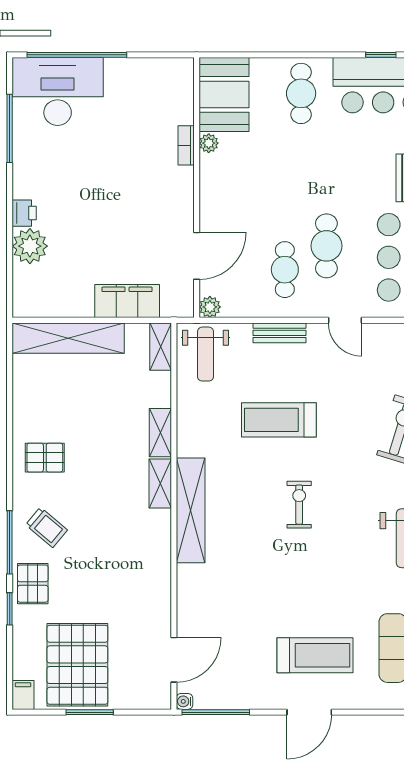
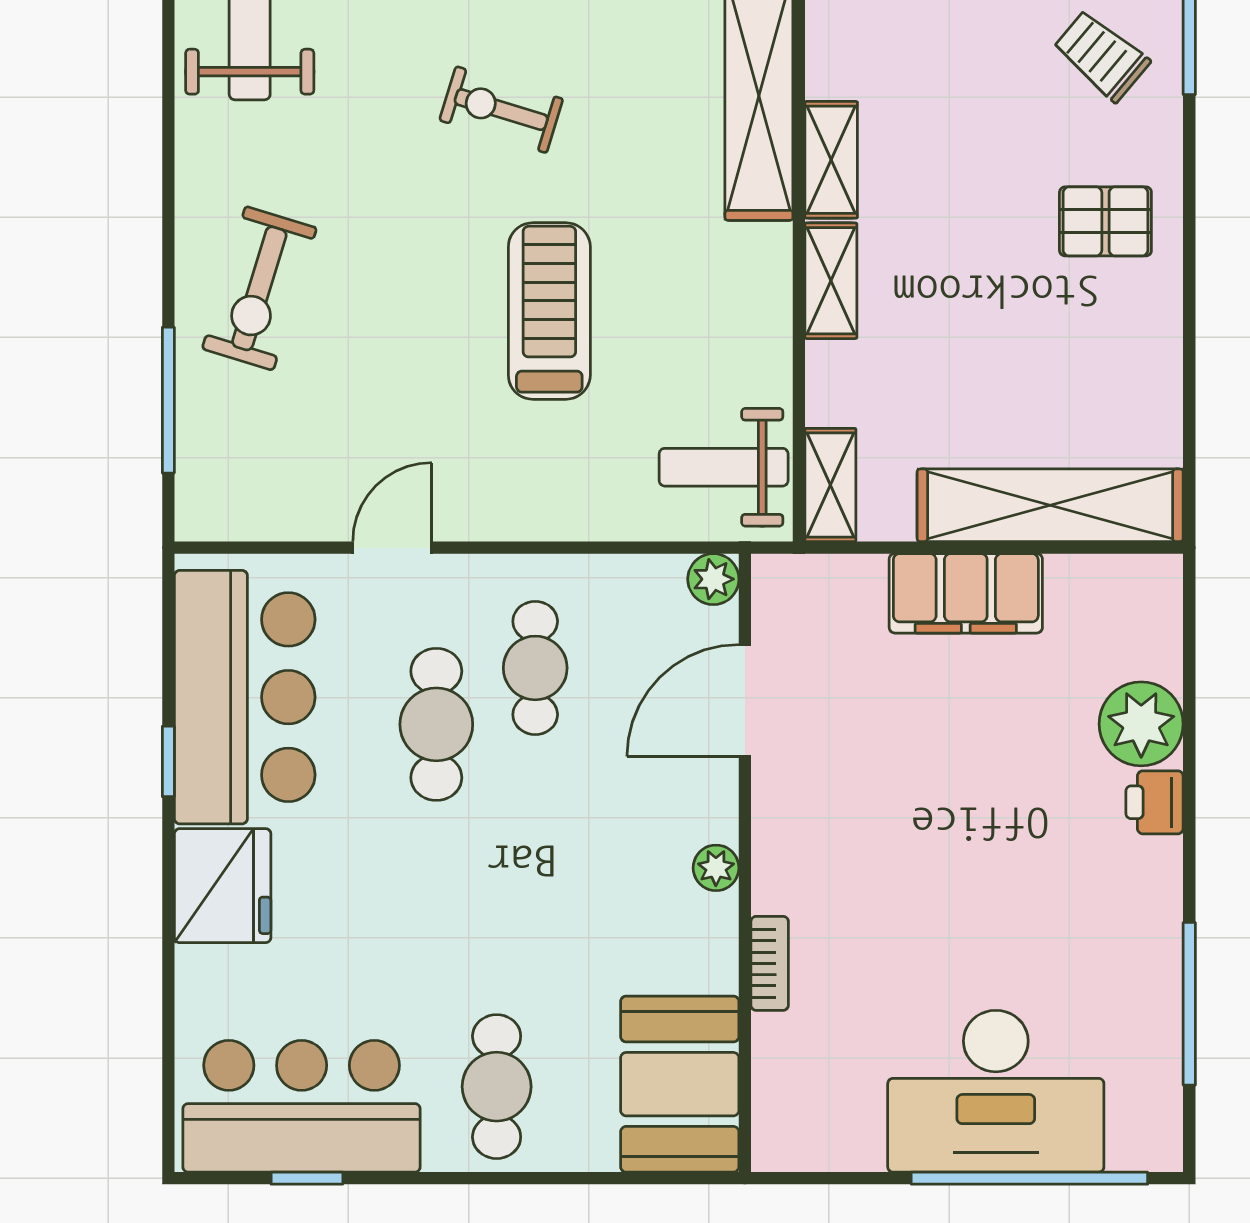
desk: (58, 91) -> (996, 1091), moved
plant: (209, 143) -> (716, 868), moved
filing cabinet: (127, 301) -> (966, 593), moved
door: (345, 320) -> (392, 548), hinge flipped
bench: (279, 333) -> (548, 518), removed
weight bench: (206, 354) -> (724, 467), turned -90
treadmill: (279, 420) -> (549, 311), turned -90
exercise bike: (299, 505) -> (501, 110), turned 107

